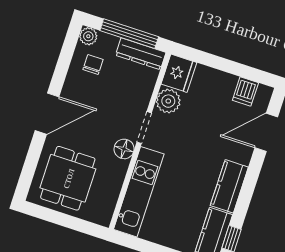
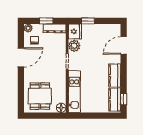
window: (129, 34) -> (46, 21), width x0.46
window: (212, 61) -> (88, 21), added
dishwasher: (245, 91) -> (108, 30), removed
door: (47, 114) -> (21, 57), moved
floor lamp: (124, 149) -> (61, 108), moved

